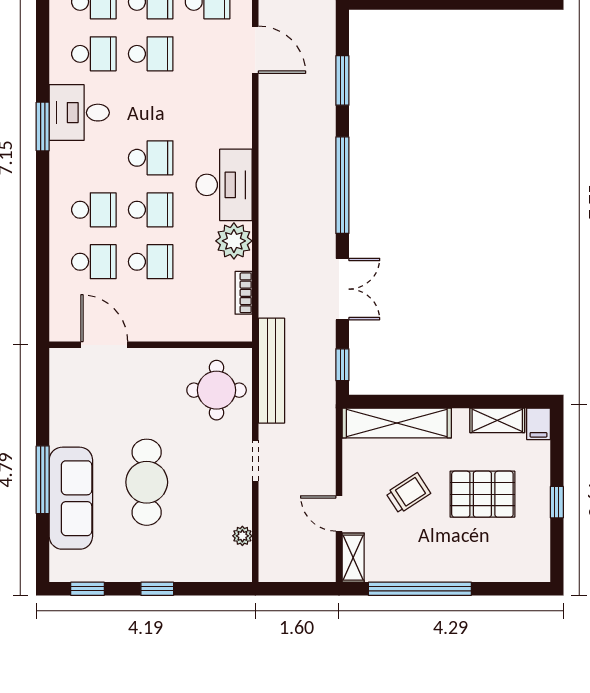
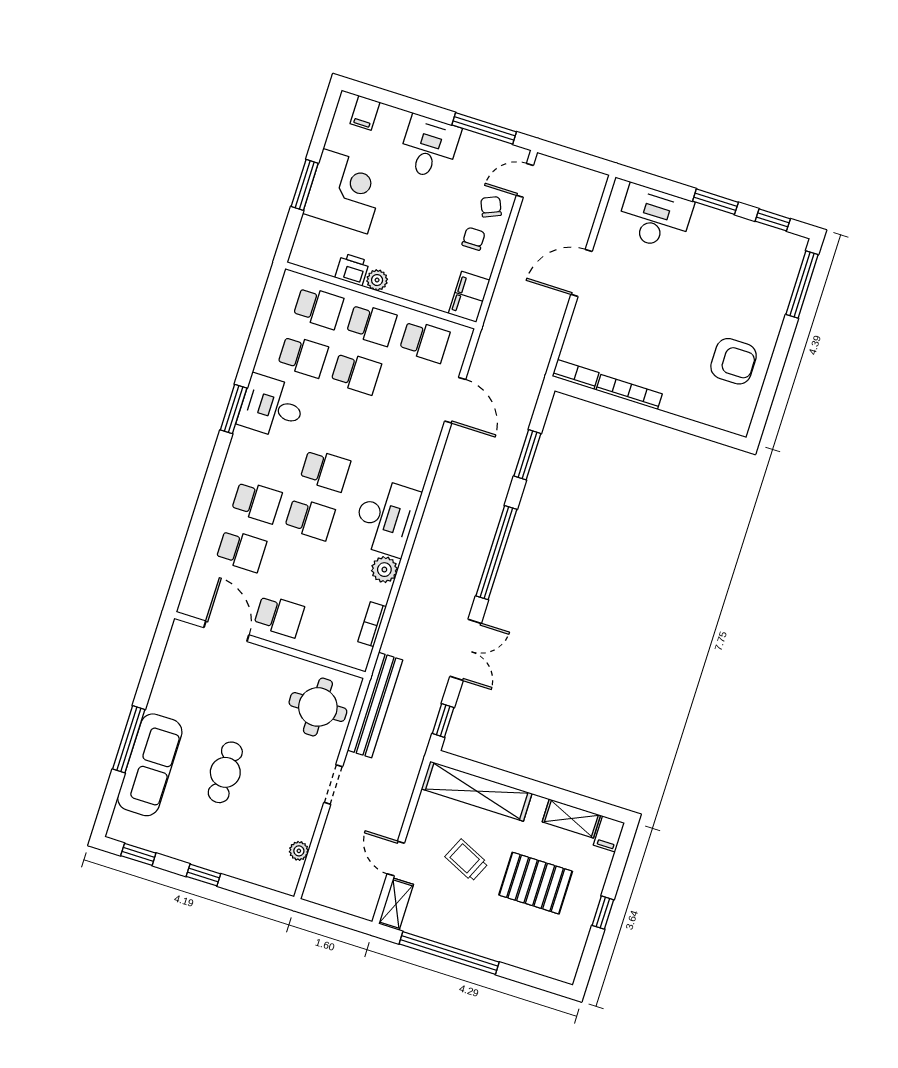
plant: (234, 241) -> (384, 570), width x0.73, depth x0.73
school desk: (151, 262) -> (279, 616), moved
cafe table: (147, 482) -> (225, 772), width x0.73, depth x0.74
trolley: (408, 493) -> (467, 860), turned -122

